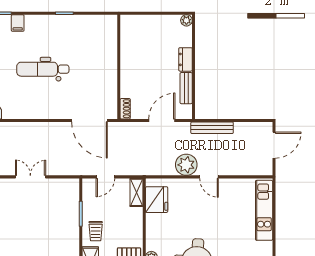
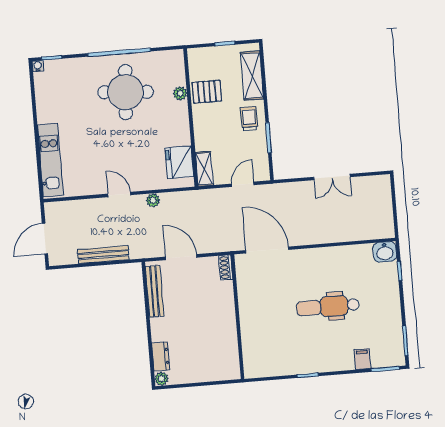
dresser: (185, 59) -> (161, 356), moved
dental chair: (43, 69) -> (328, 307), turned 180
bench: (186, 88) -> (155, 291), width x1.36
door: (162, 120) -> (181, 257), swing flipped
bench: (212, 128) -> (103, 255), moved
plant: (186, 165) -> (153, 200), width x0.53, depth x0.53

